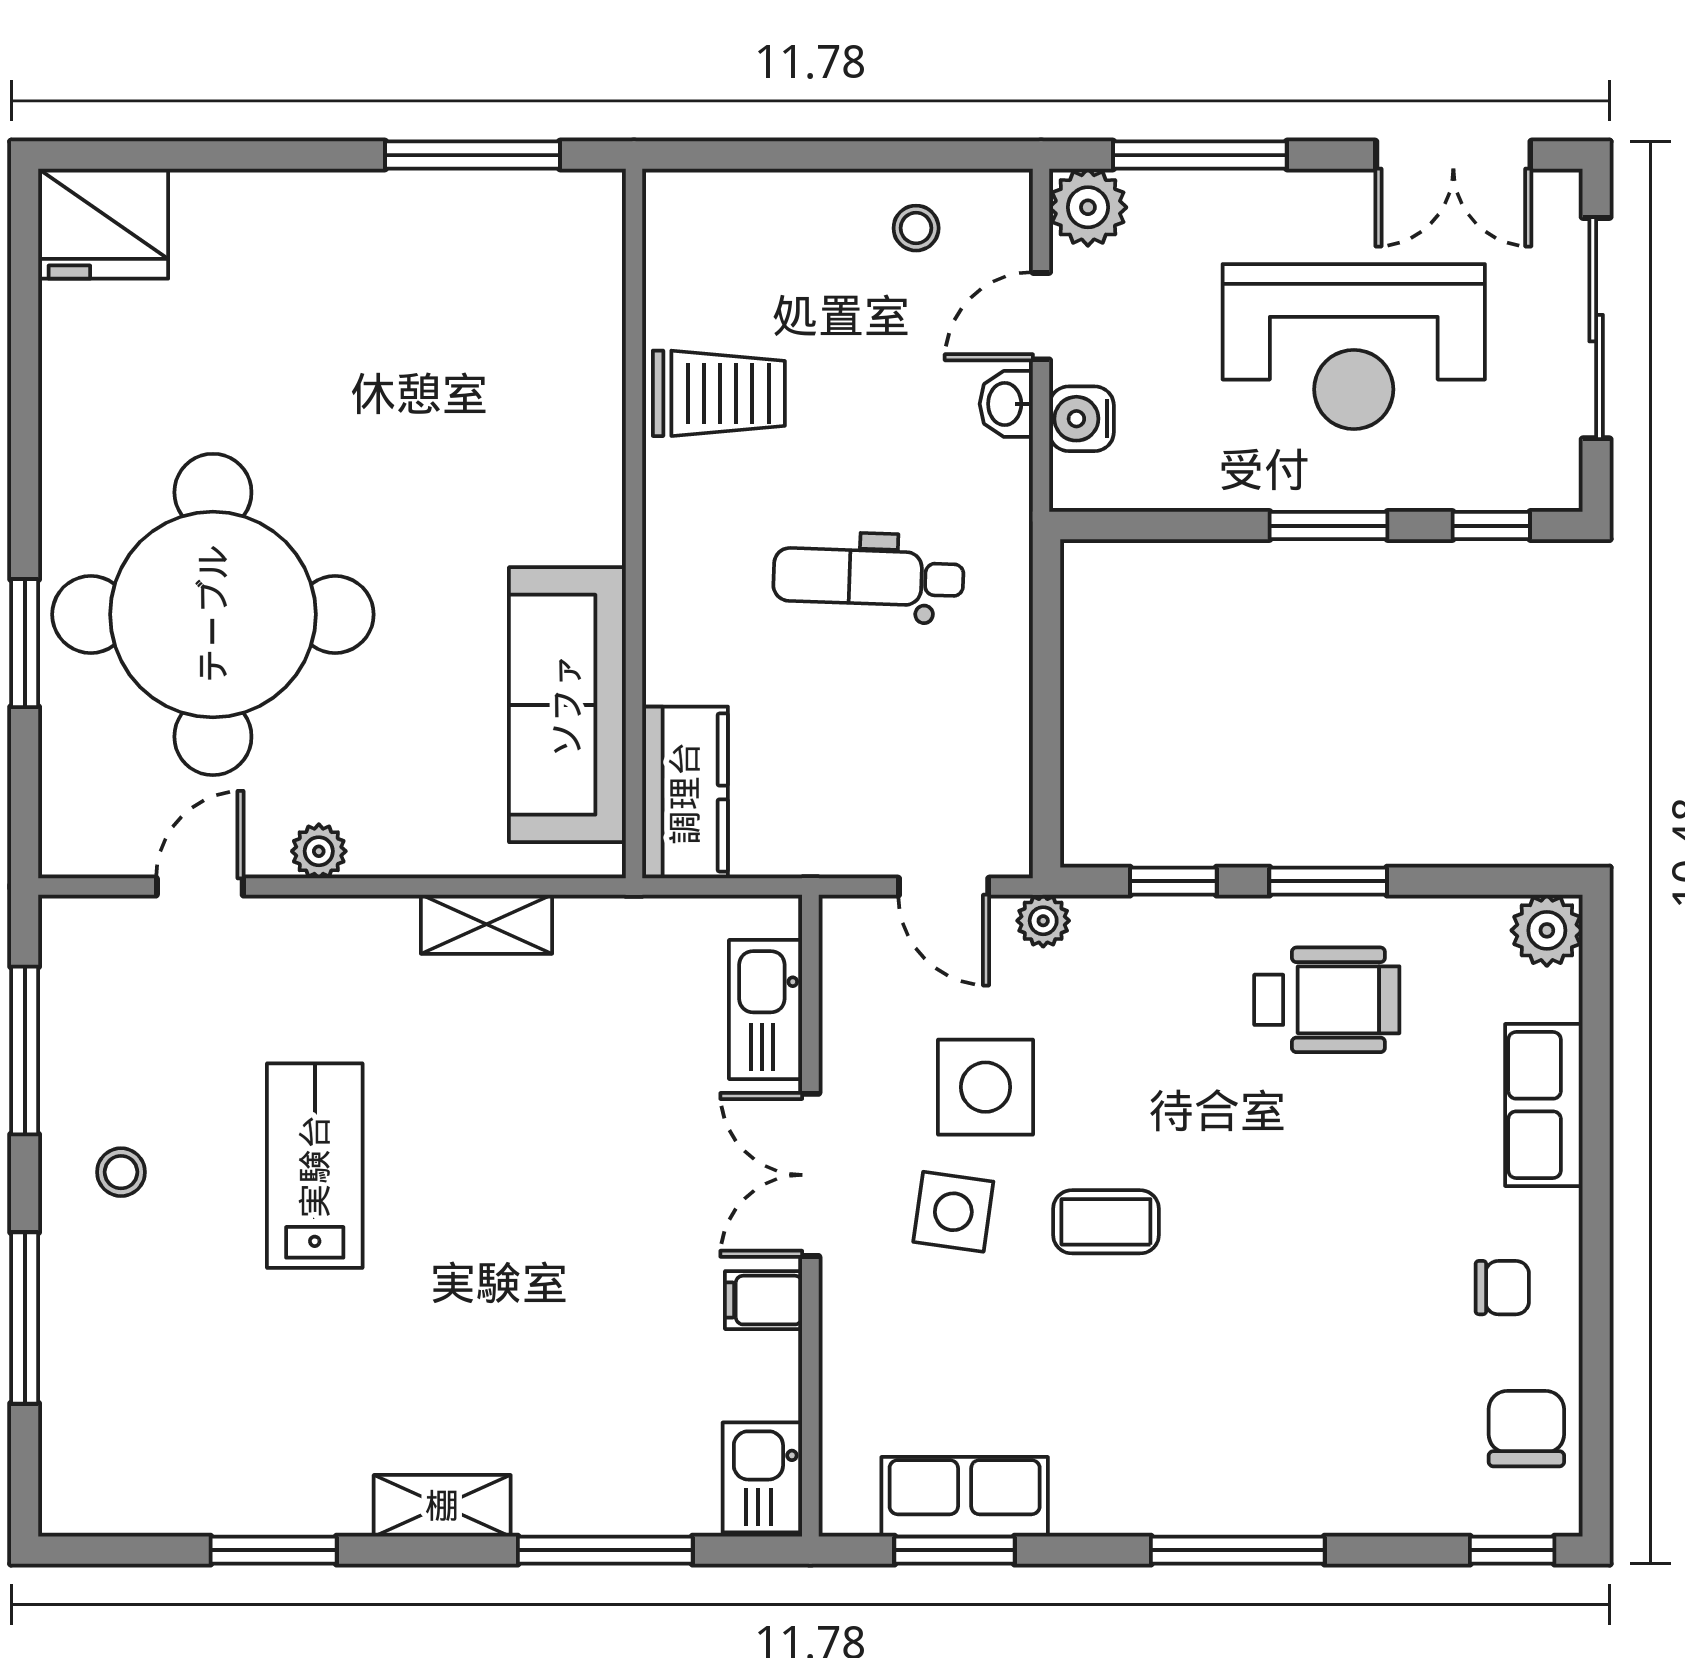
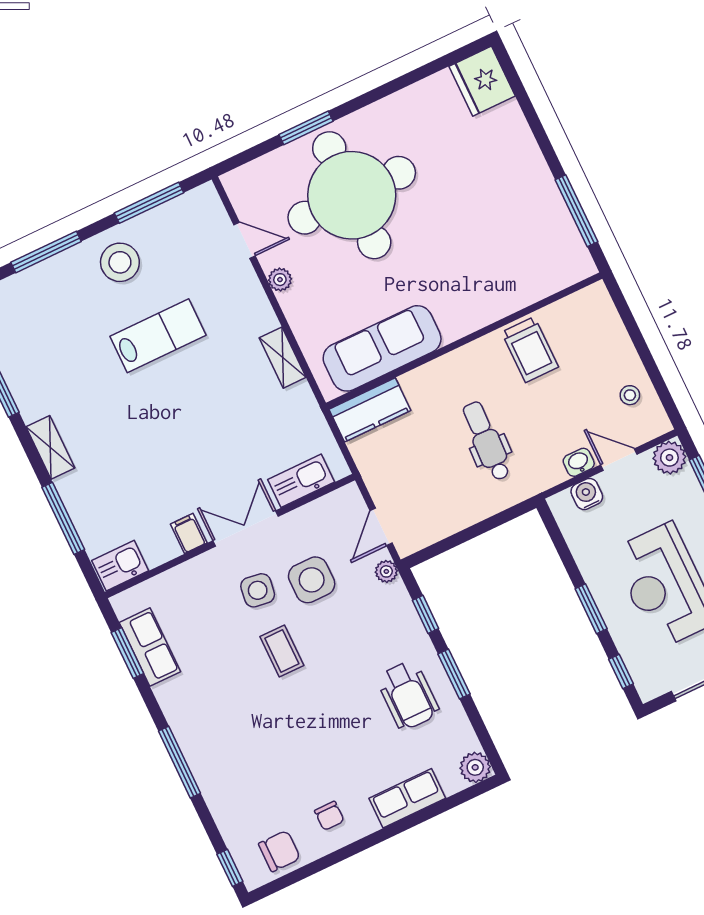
stool: (121, 1172) -> (120, 262), width x1.89, depth x1.89

